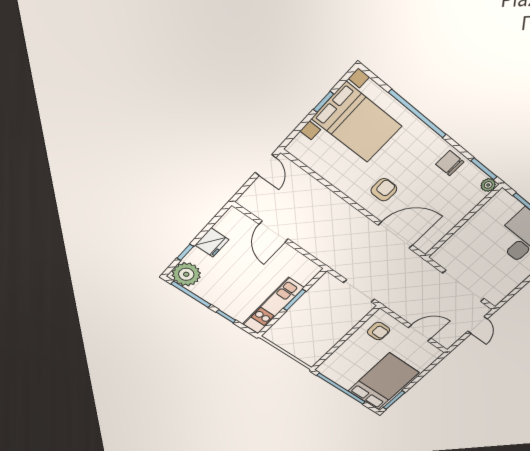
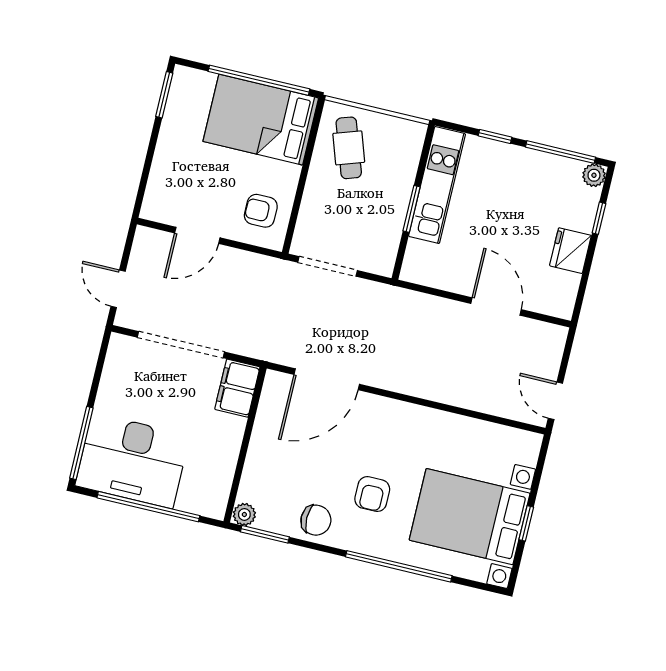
armchair: (384, 190) -> (372, 494), moved
filing cabinet: (448, 252) -> (237, 388), added
plant: (186, 274) -> (594, 175), width x0.53, depth x0.53
cafe table: (312, 342) -> (349, 148), added
bed: (384, 382) -> (261, 120), moved, turned 90

